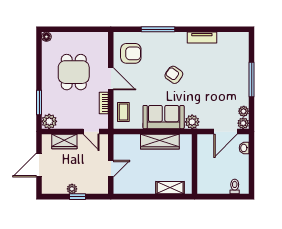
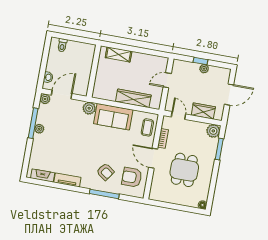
fireplace: (231, 37) -> (43, 175), added
armchair: (174, 75) -> (105, 172), moved
window: (252, 79) -> (33, 123), moved
plant: (244, 111) -> (39, 129), moved
wardrobe: (160, 142) -> (133, 98), moved

